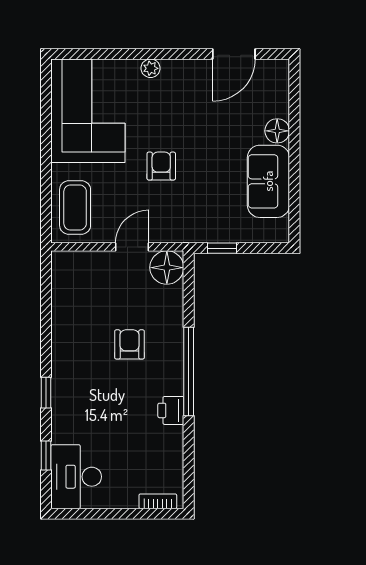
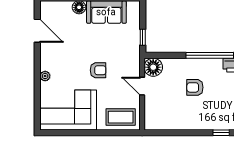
armchair: (161, 166) -> (98, 70), turned 180

